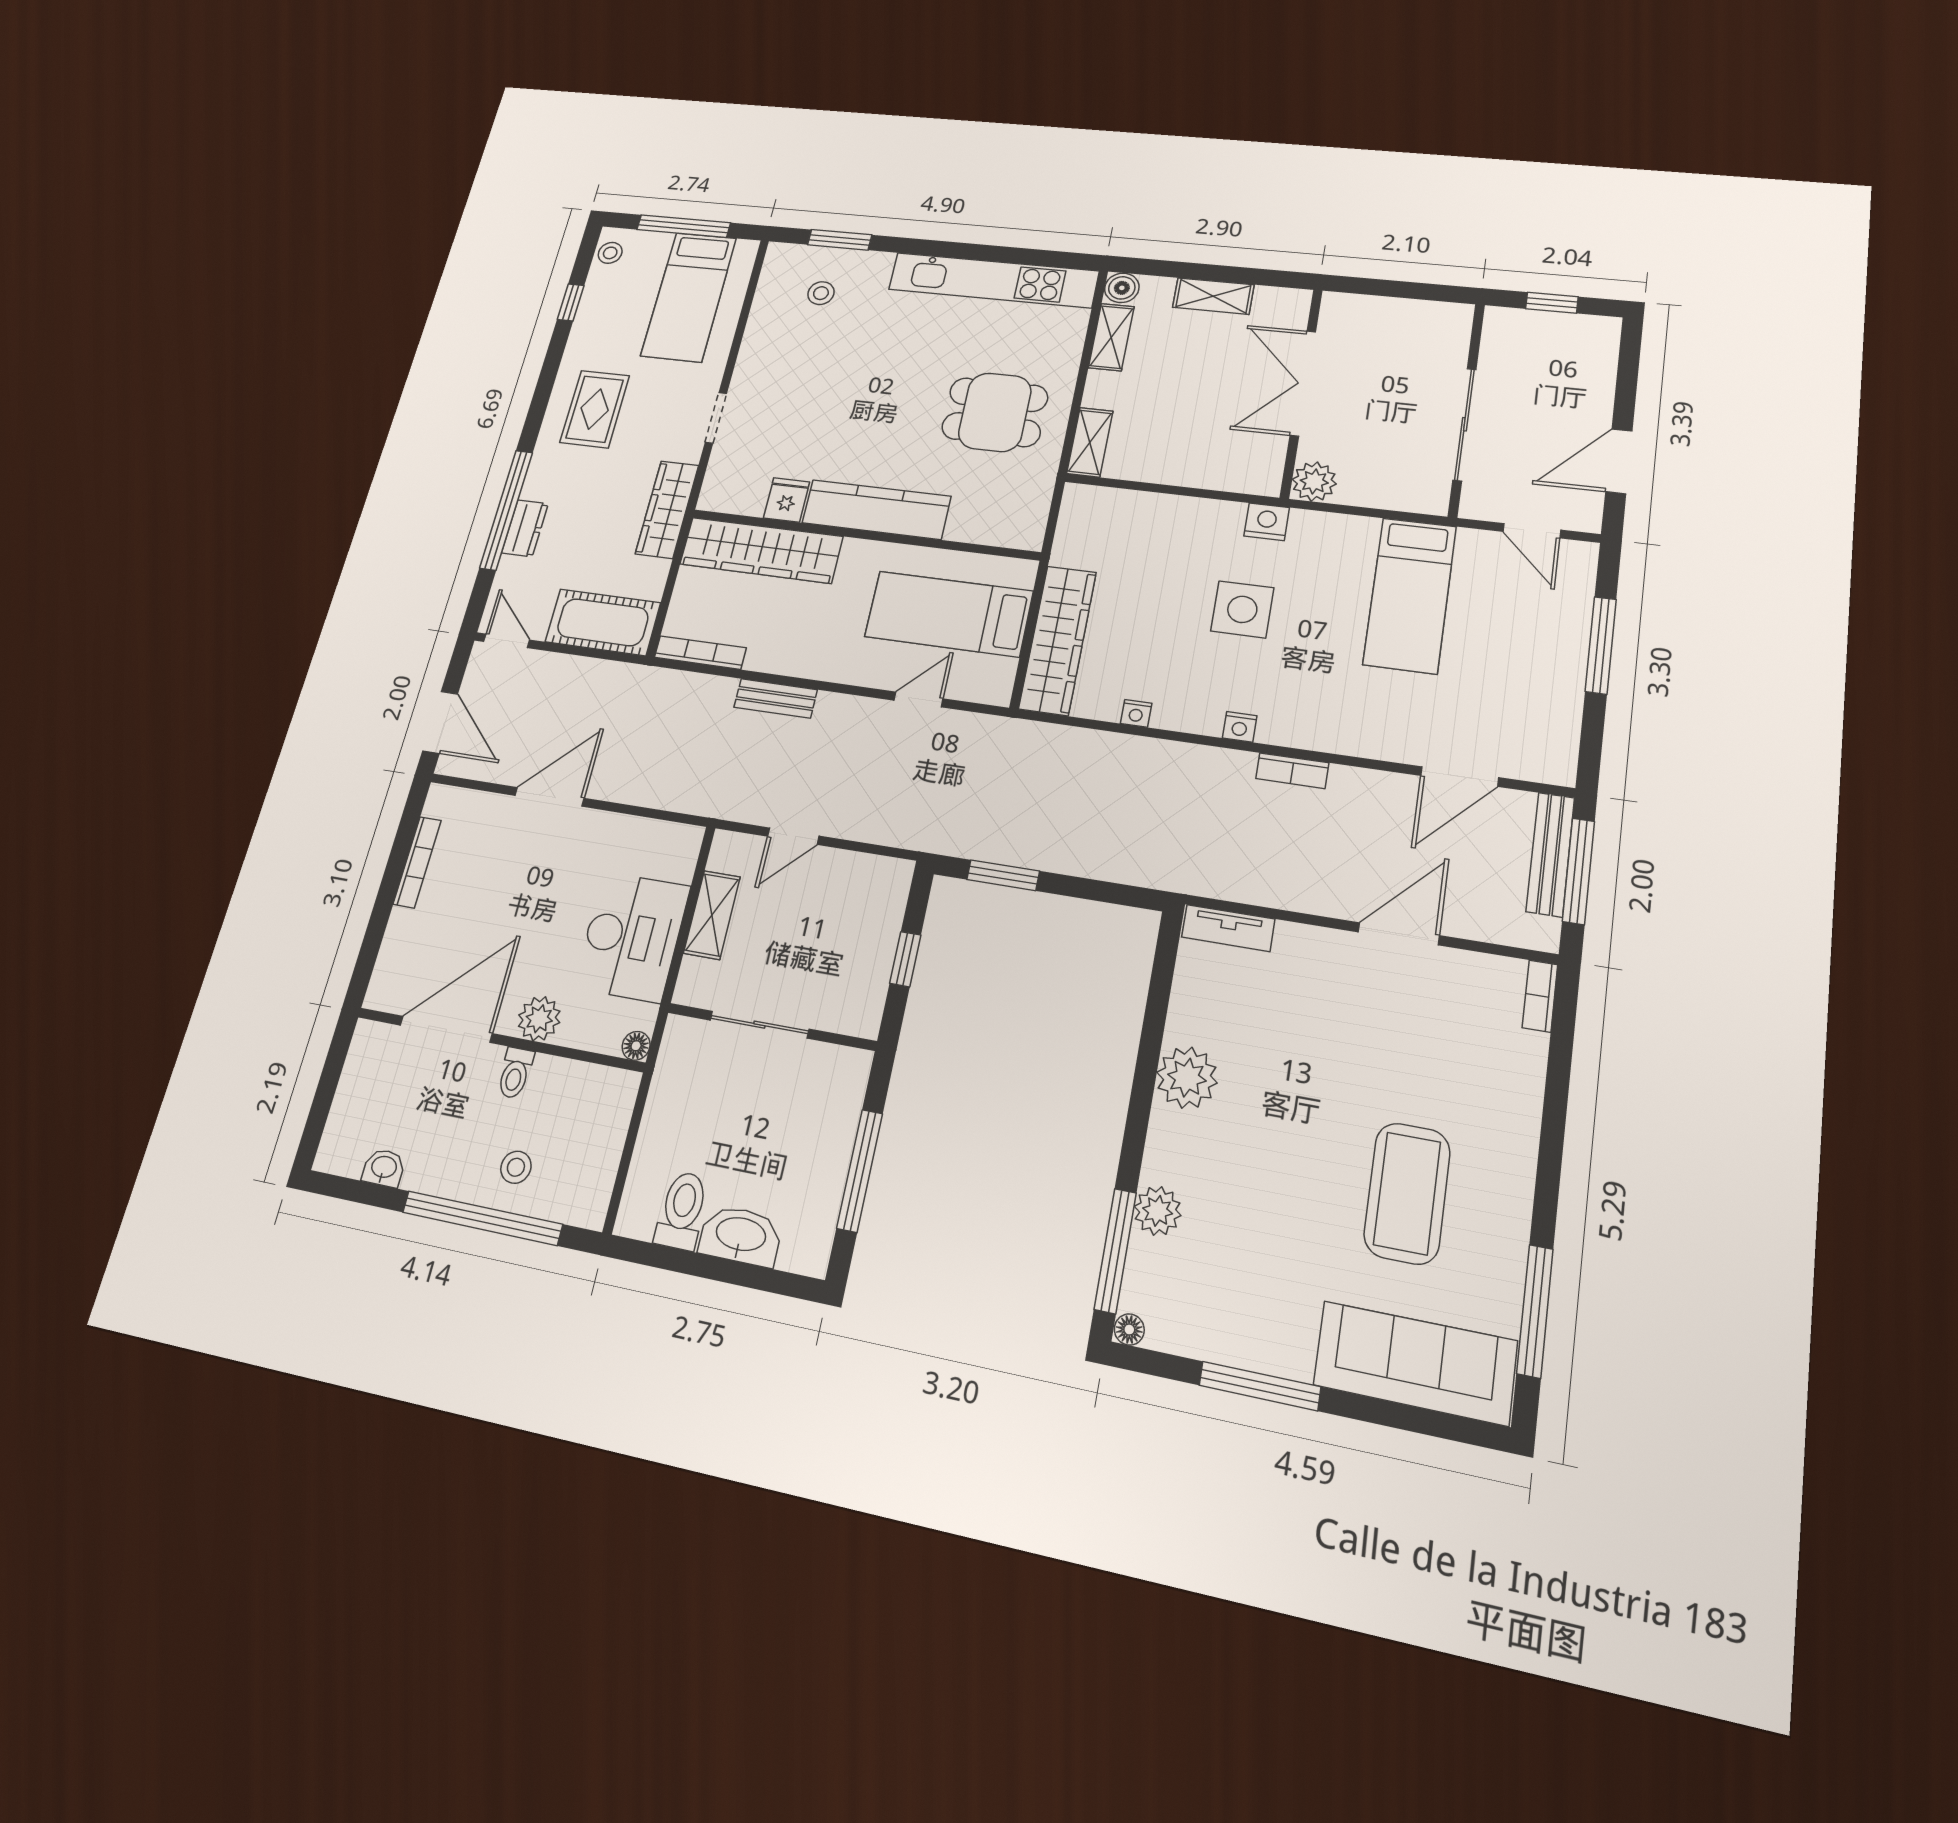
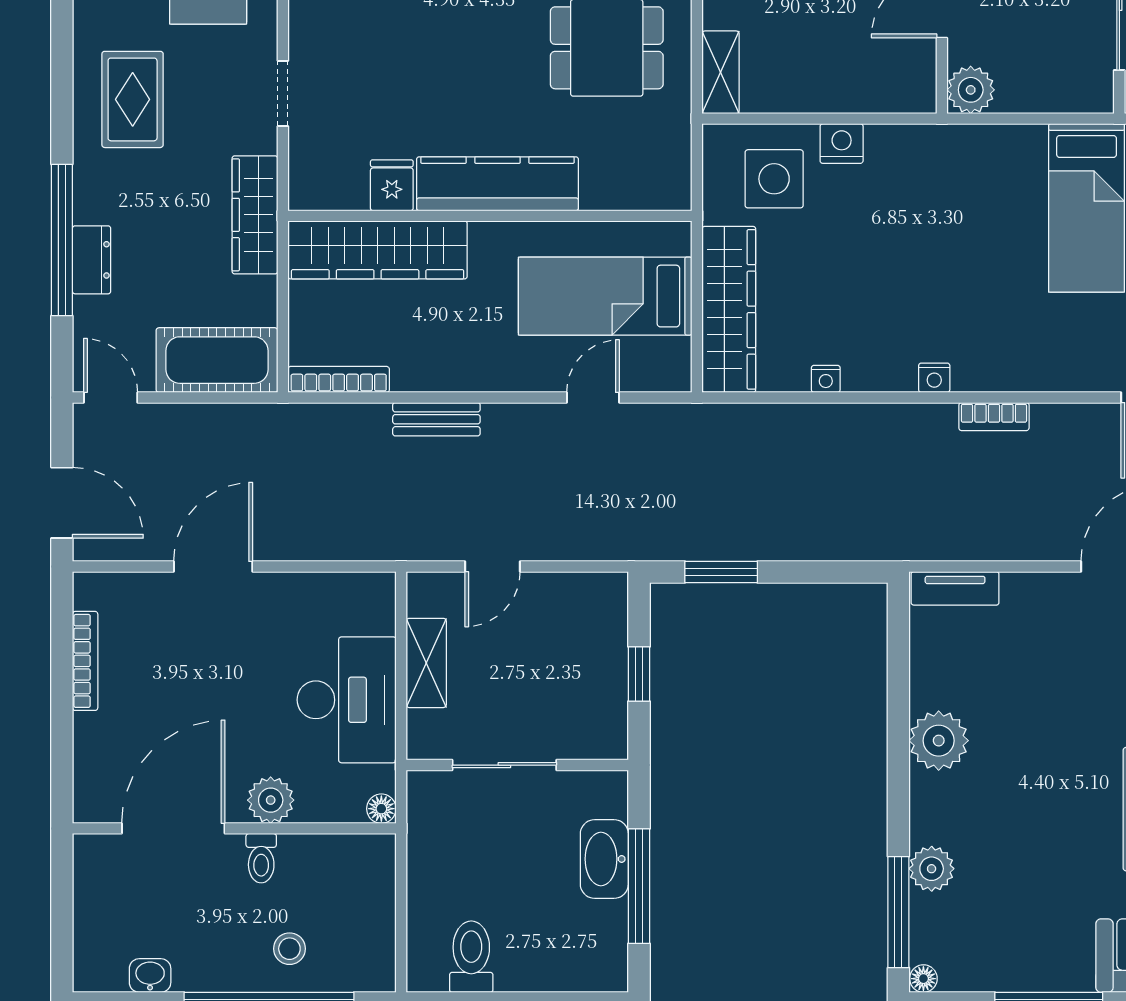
nightstand: (1267, 522) -> (842, 144), moved
side table: (1242, 609) -> (774, 179), moved
washbasin: (741, 1236) -> (604, 859), moved, turned -90

